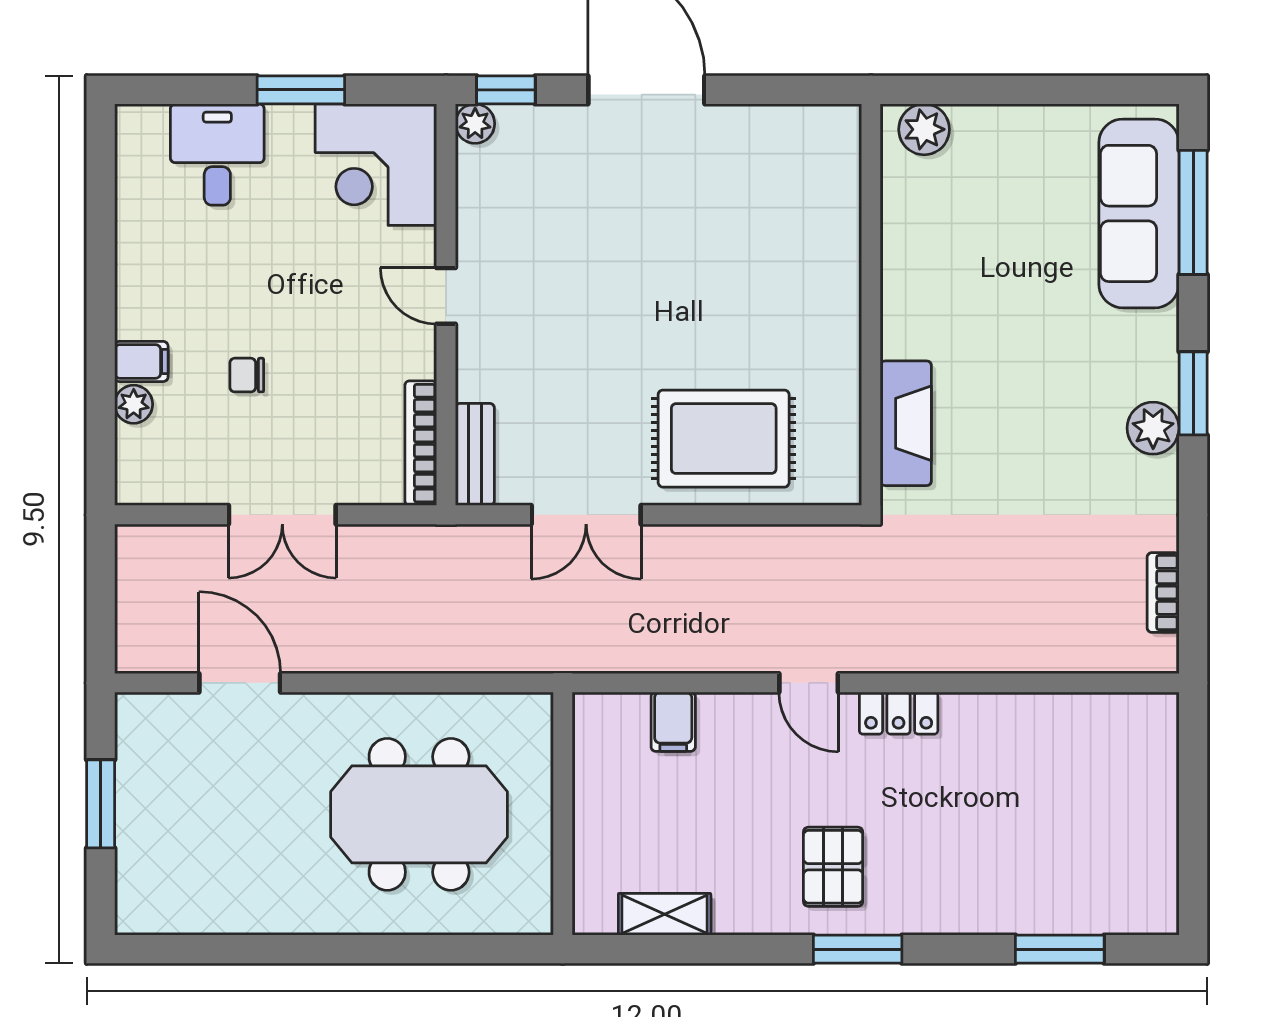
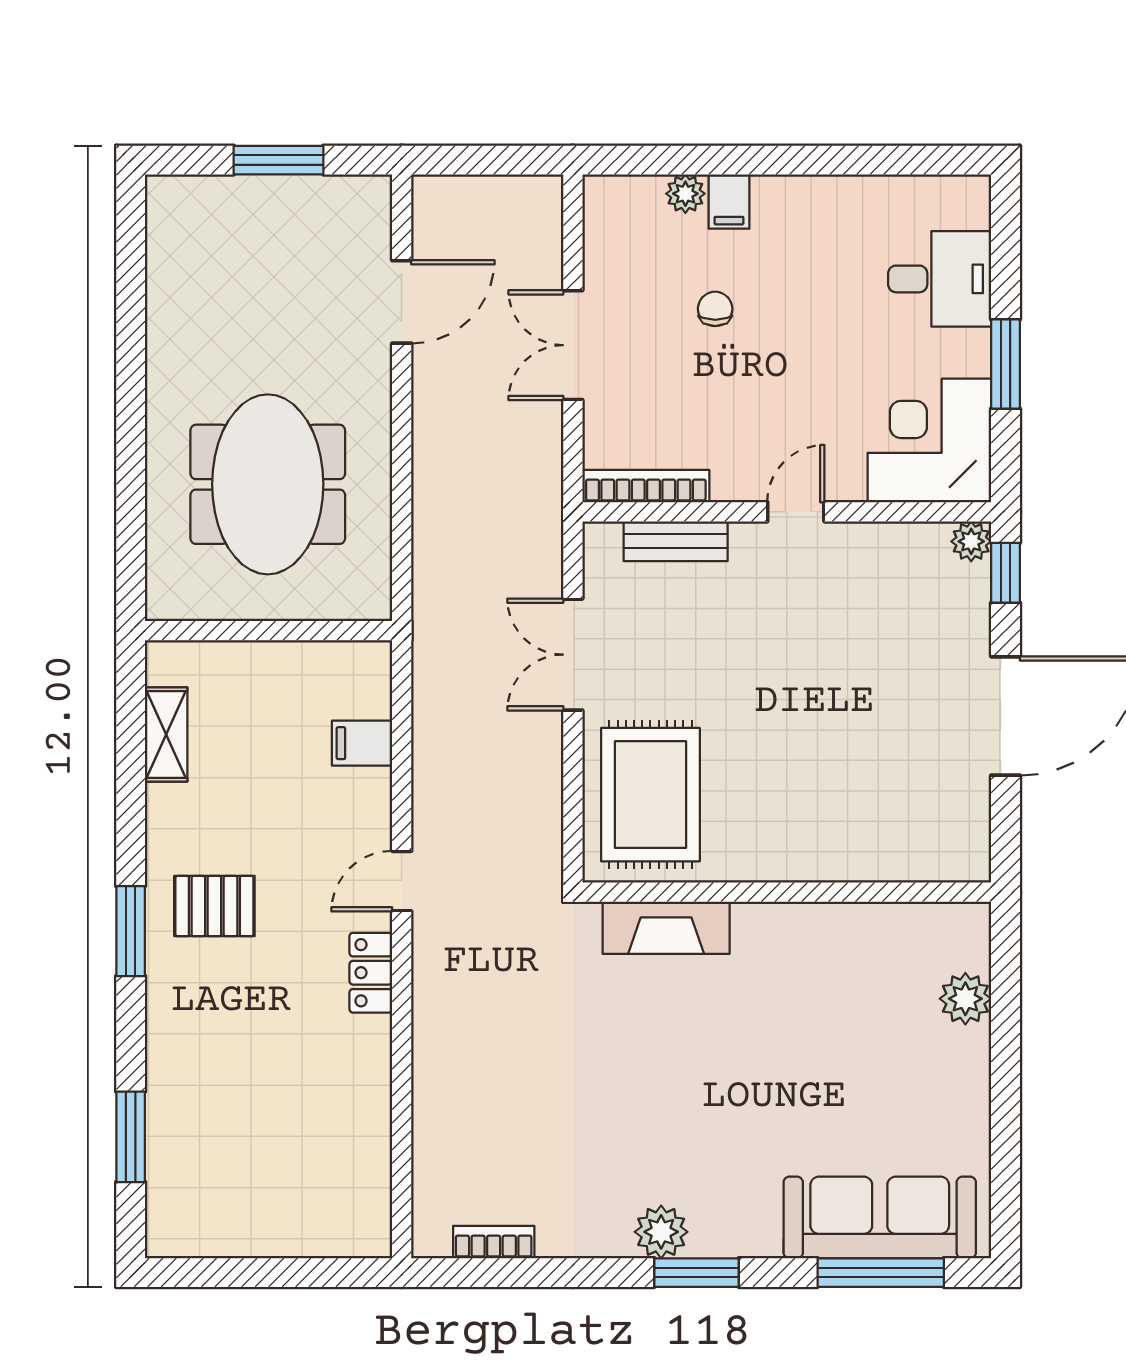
wall: (871, 305) -> (787, 892), moved
fireplace: (906, 423) -> (666, 928), moved
bench: (475, 454) -> (676, 541), moved

